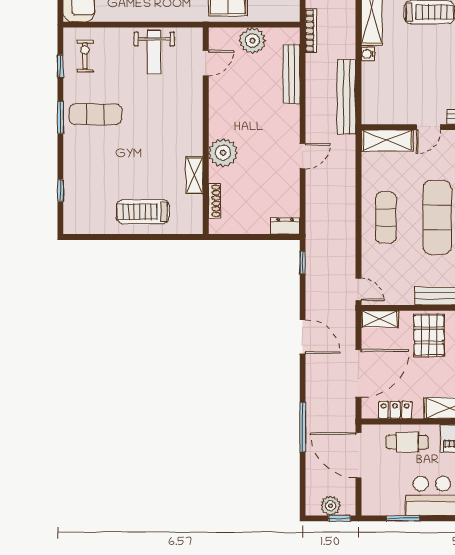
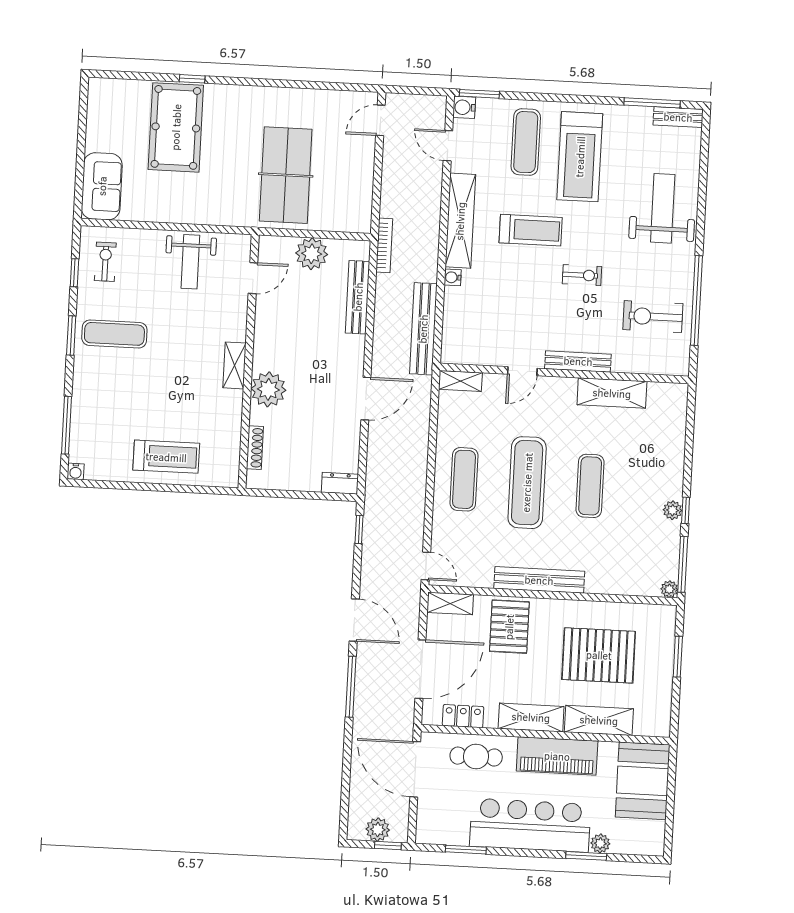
shelving: (387, 140) -> (460, 381), width x0.67, depth x0.75
door: (303, 156) -> (366, 399), width x1.38
shelving: (194, 175) -> (235, 365), moved
window: (60, 190) -> (66, 425), width x2.17
treadmill: (143, 212) -> (166, 457), turned 180
water cooler: (70, 228) -> (76, 471), added
window: (303, 427) -> (351, 687), moved

